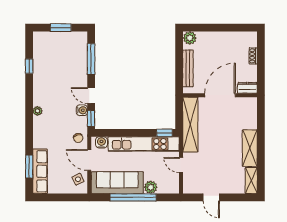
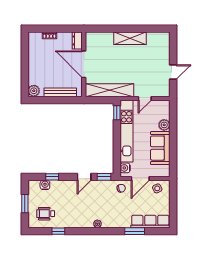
wheelchair: (49, 52) -> (46, 214), added
window: (91, 59) -> (52, 177), width x0.46
water cooler: (82, 110) -> (45, 185), moved
window: (29, 166) -> (135, 231), moved
shelving: (251, 181) -> (158, 37), removed
sofa: (117, 183) -> (160, 148), width x0.73
window: (133, 197) -> (173, 140), removed

